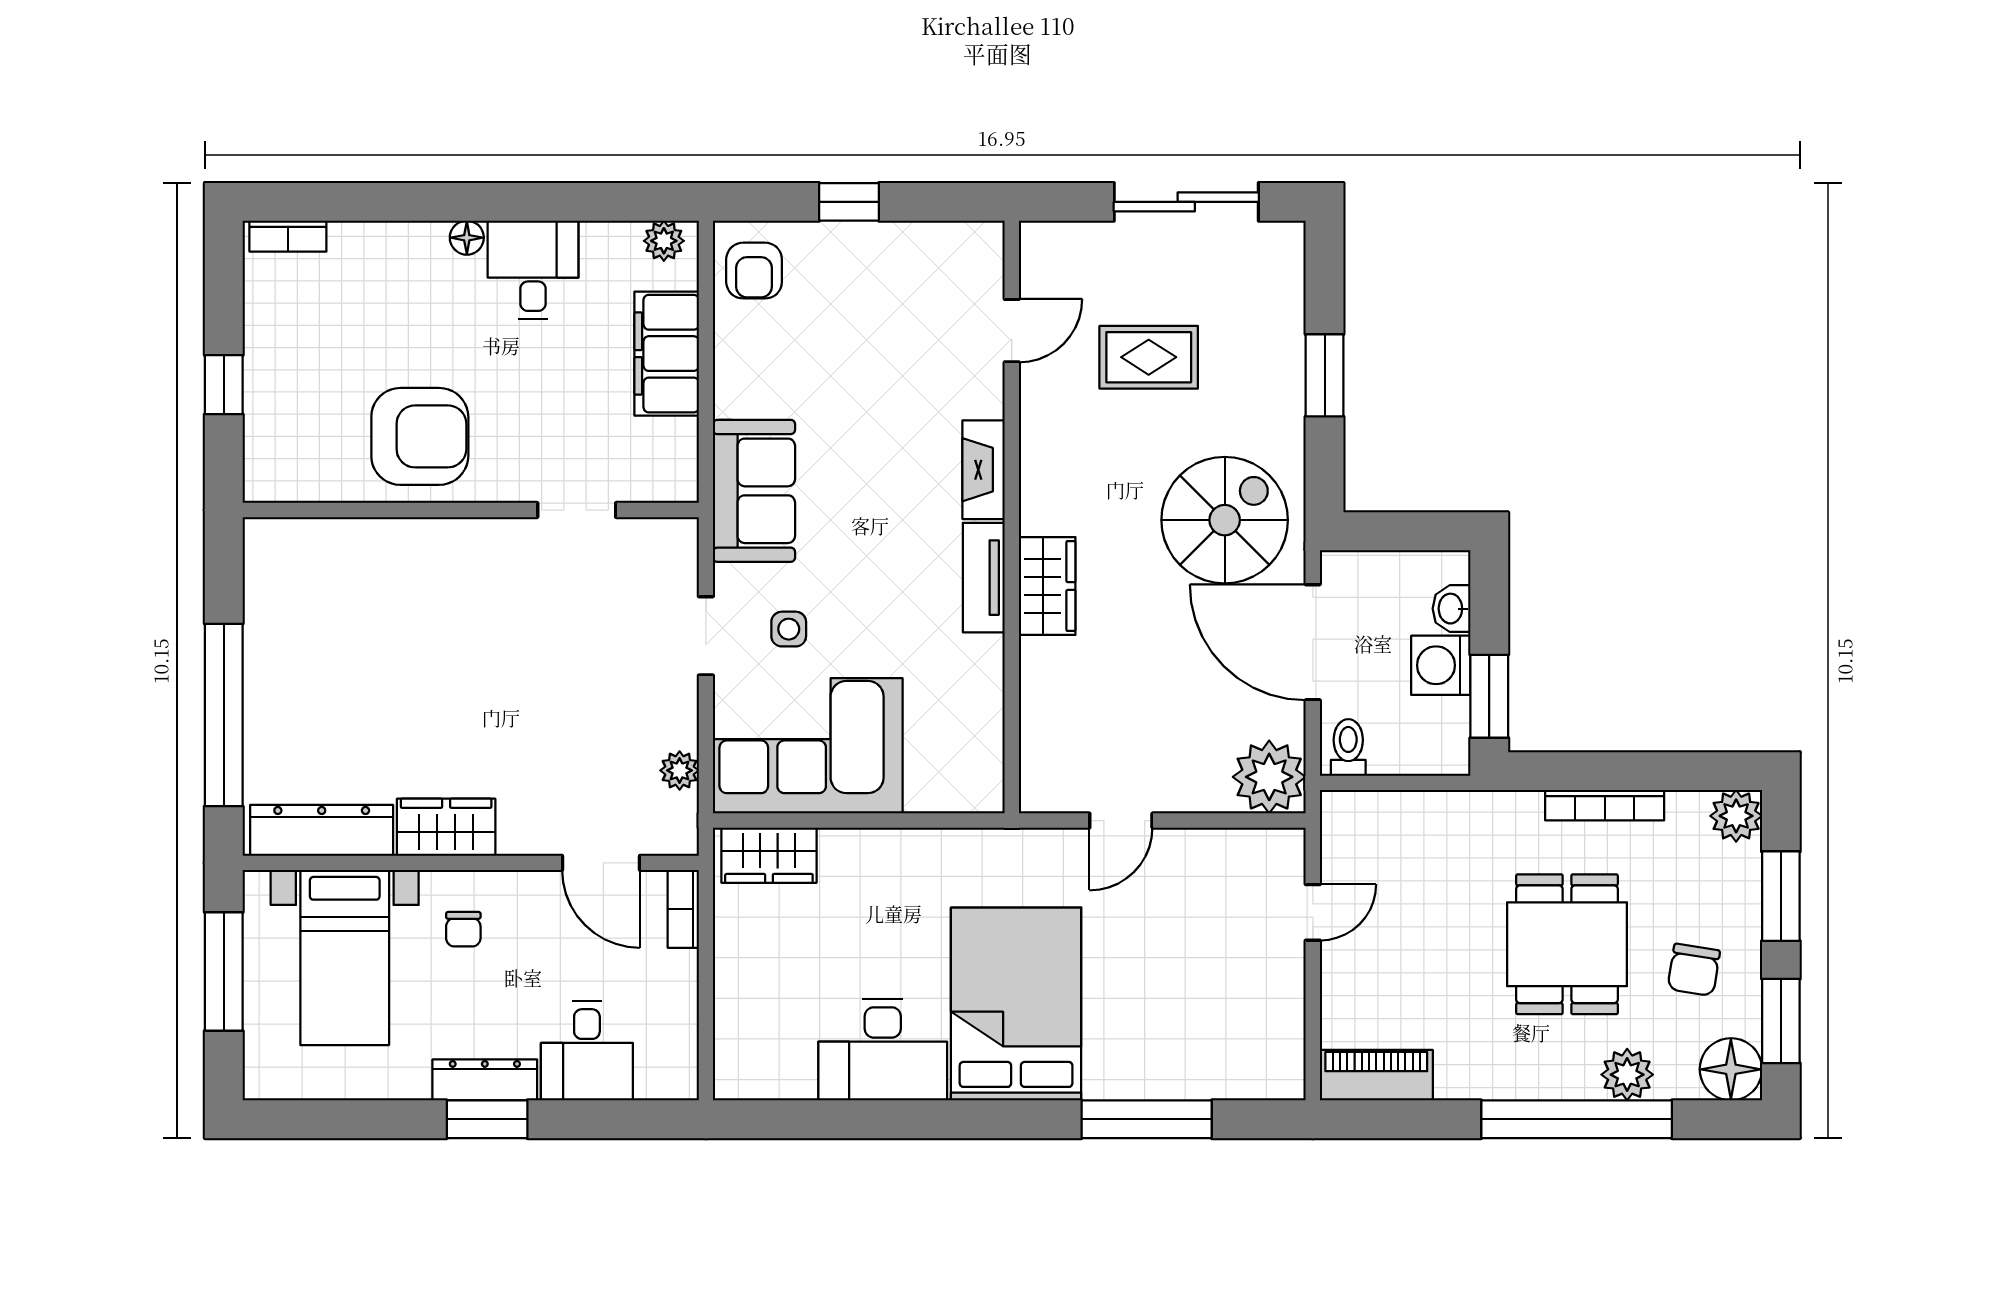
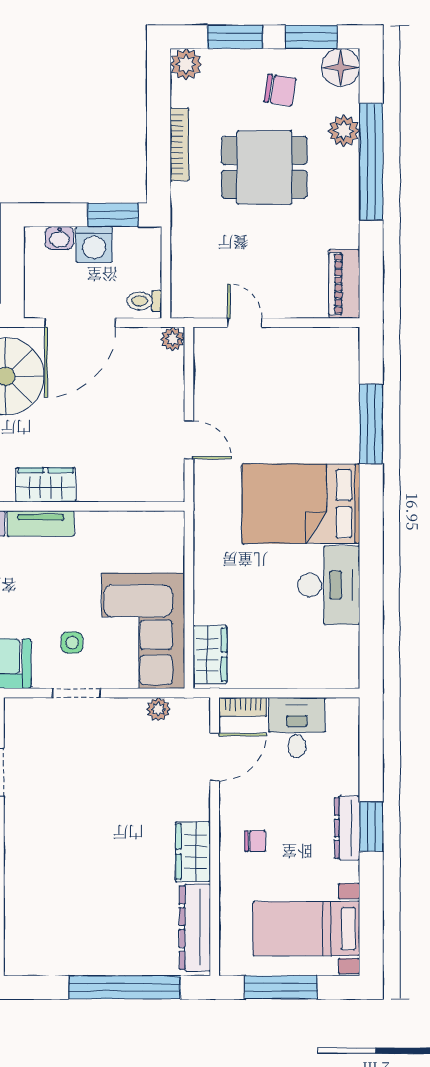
plant: (1269, 777) -> (173, 339), width x0.53, depth x0.53
bed with nightstands: (345, 957) -> (306, 929), moved, turned 180
desk: (587, 1051) -> (297, 728), moved, turned -90

